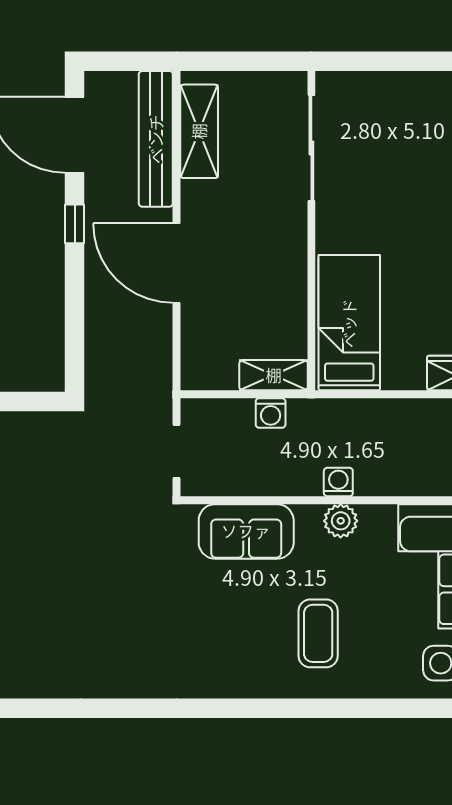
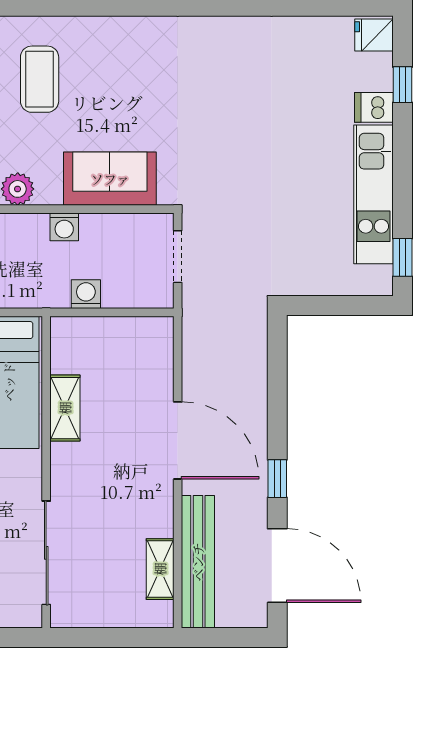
shelving: (199, 131) -> (160, 569), width x0.67, depth x0.75
shelving: (274, 375) -> (65, 408), moved, turned 90
washing machine: (338, 482) -> (64, 227), moved

